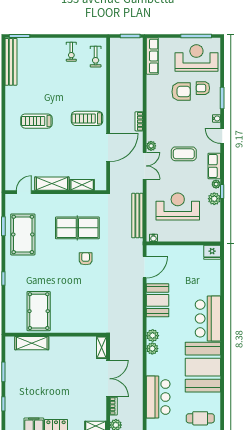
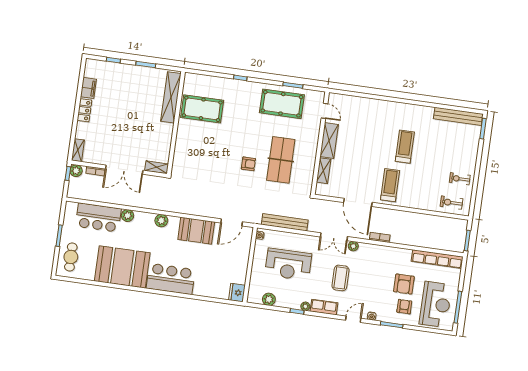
row of seats: (152, 56) -> (437, 259), width x1.36
treadmill: (36, 121) -> (405, 147), moved
plant: (214, 199) -> (269, 299), moved
reception desk: (178, 206) -> (288, 264), turned 90
door: (145, 267) -> (232, 222), hinge flipped
shelving: (32, 343) -> (171, 97), width x1.47
plant: (152, 349) -> (128, 216), moved

